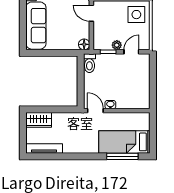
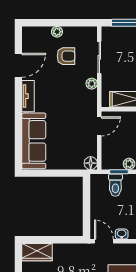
door: (91, 13) -> (99, 126), swing flipped
toilet: (89, 63) -> (115, 185), moved

